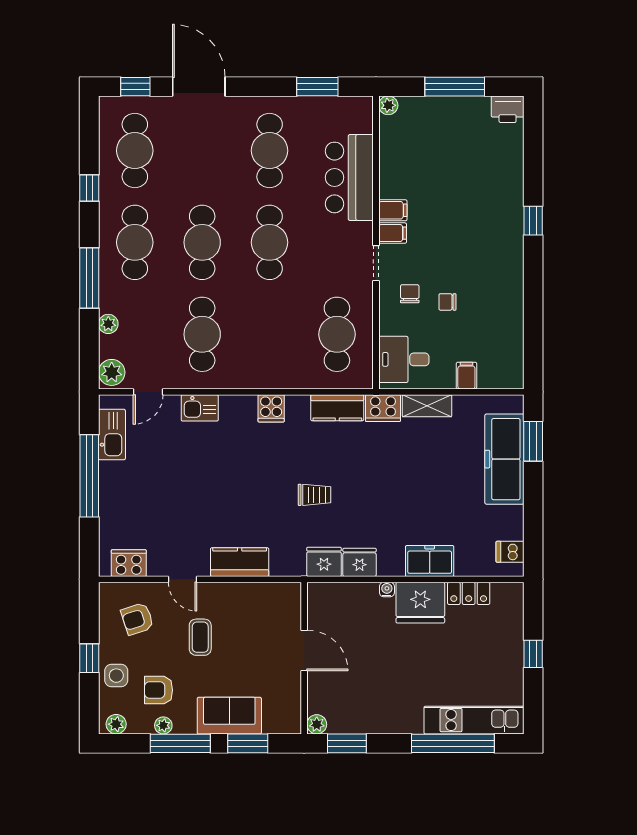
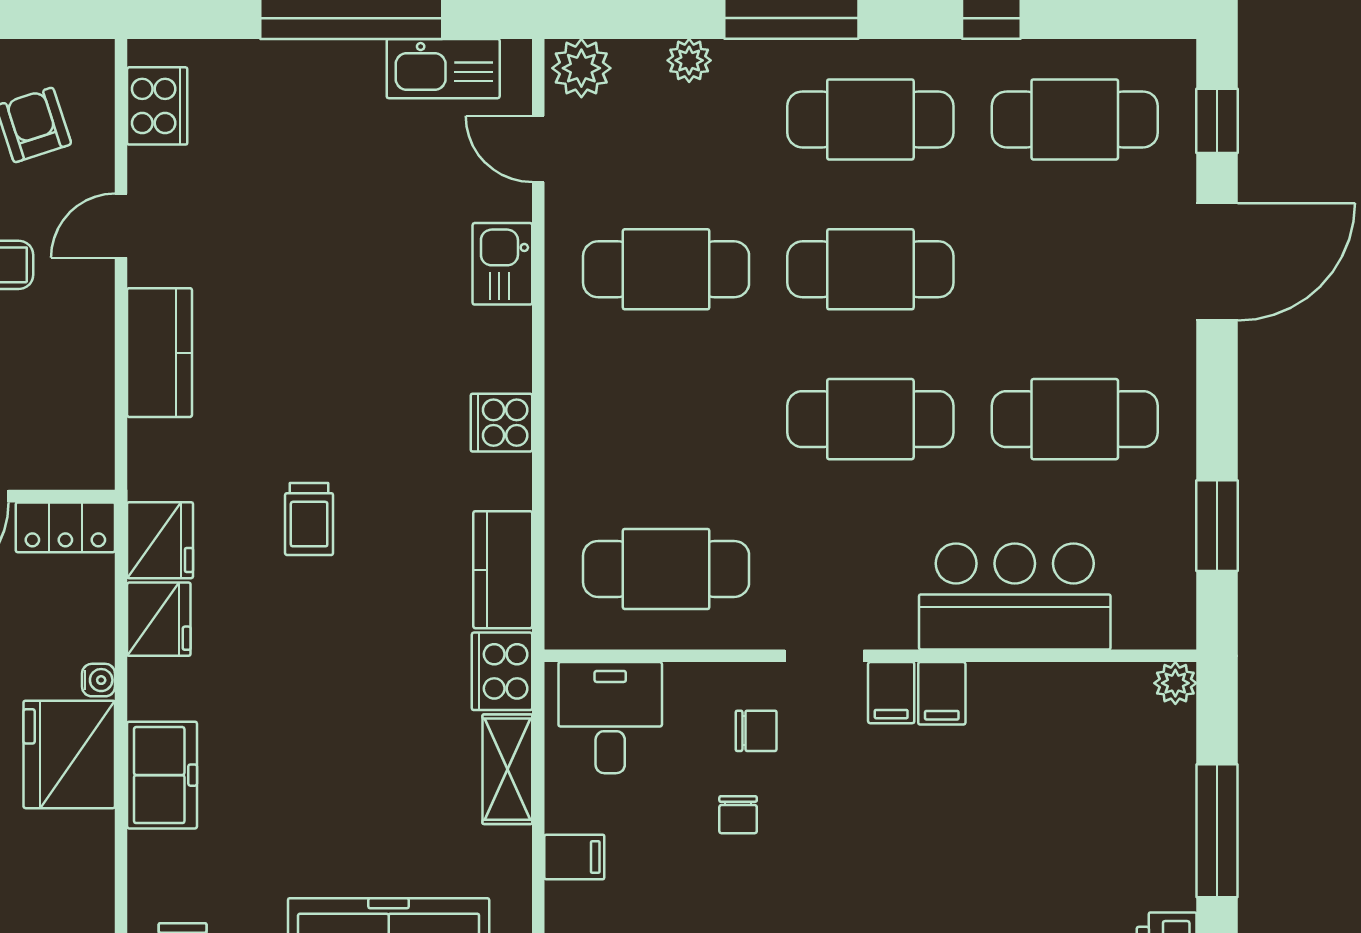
chair: (447, 302) -> (738, 815), turned 180
locker: (469, 593) -> (65, 527), moved, turned -90

